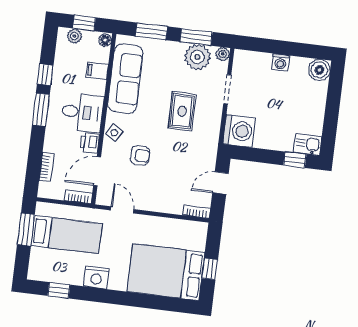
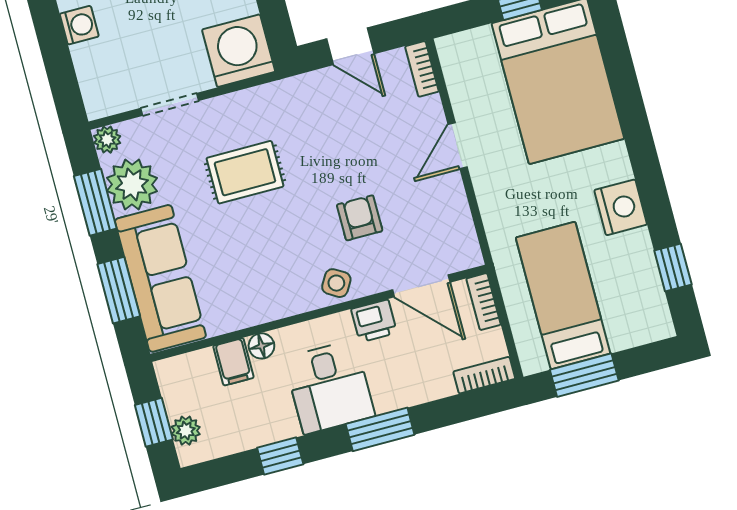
floor lamp: (105, 40) -> (261, 346), moved
sofa: (125, 79) -> (160, 278), moved, turned 90
window: (41, 110) -> (380, 429), moved
desk: (82, 112) -> (329, 387), moved, turned 180
bookcase: (46, 167) -> (484, 375), moved
door: (122, 210) -> (458, 146), moved

